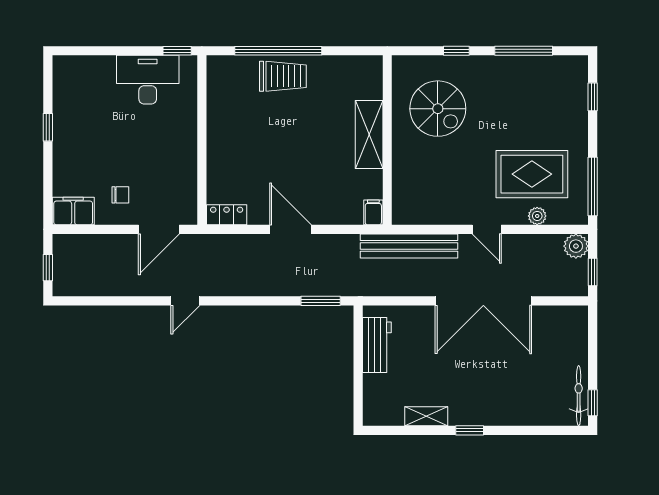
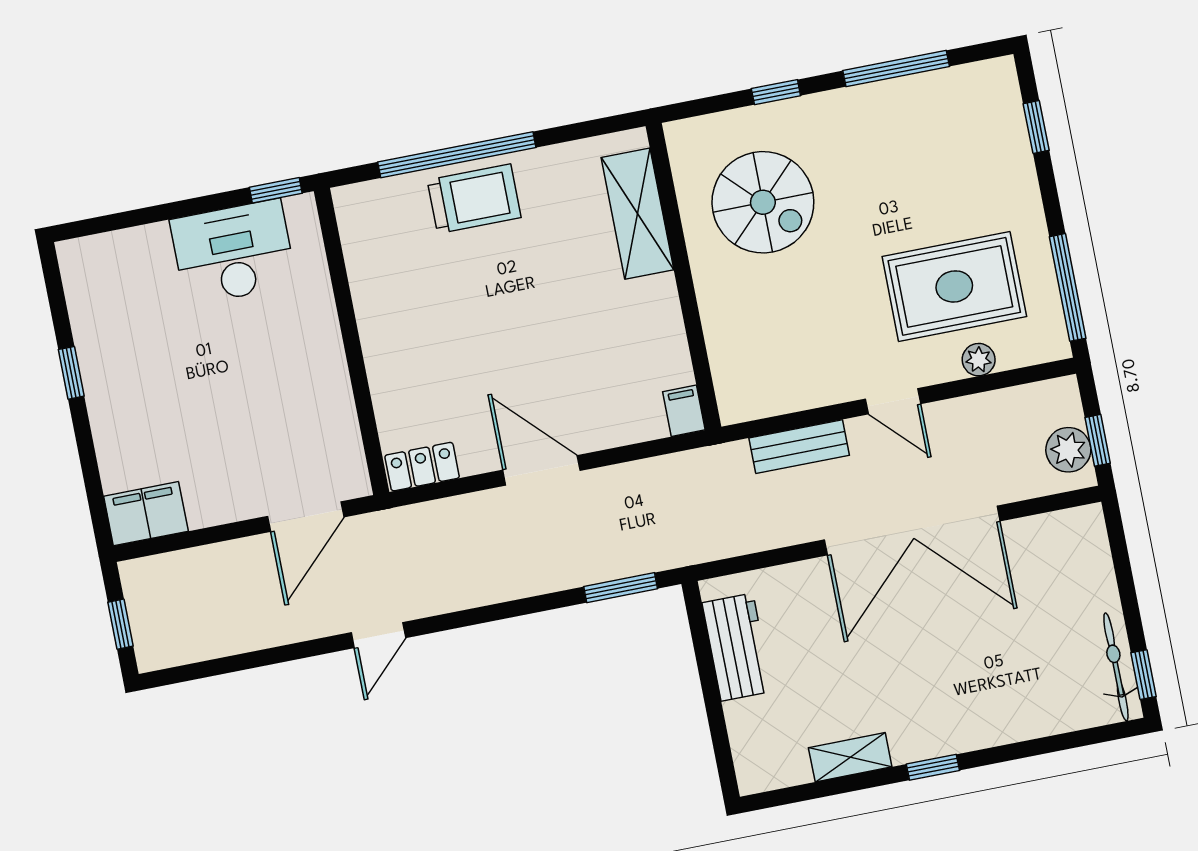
shelving: (369, 134) -> (637, 214), moved
chair: (120, 195) -> (225, 468), removed
bench: (409, 246) -> (799, 447), width x0.54, depth x0.82
plant: (576, 246) -> (1068, 450), moved

